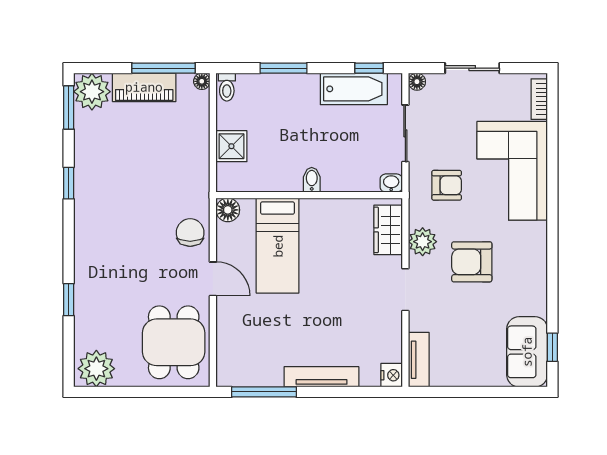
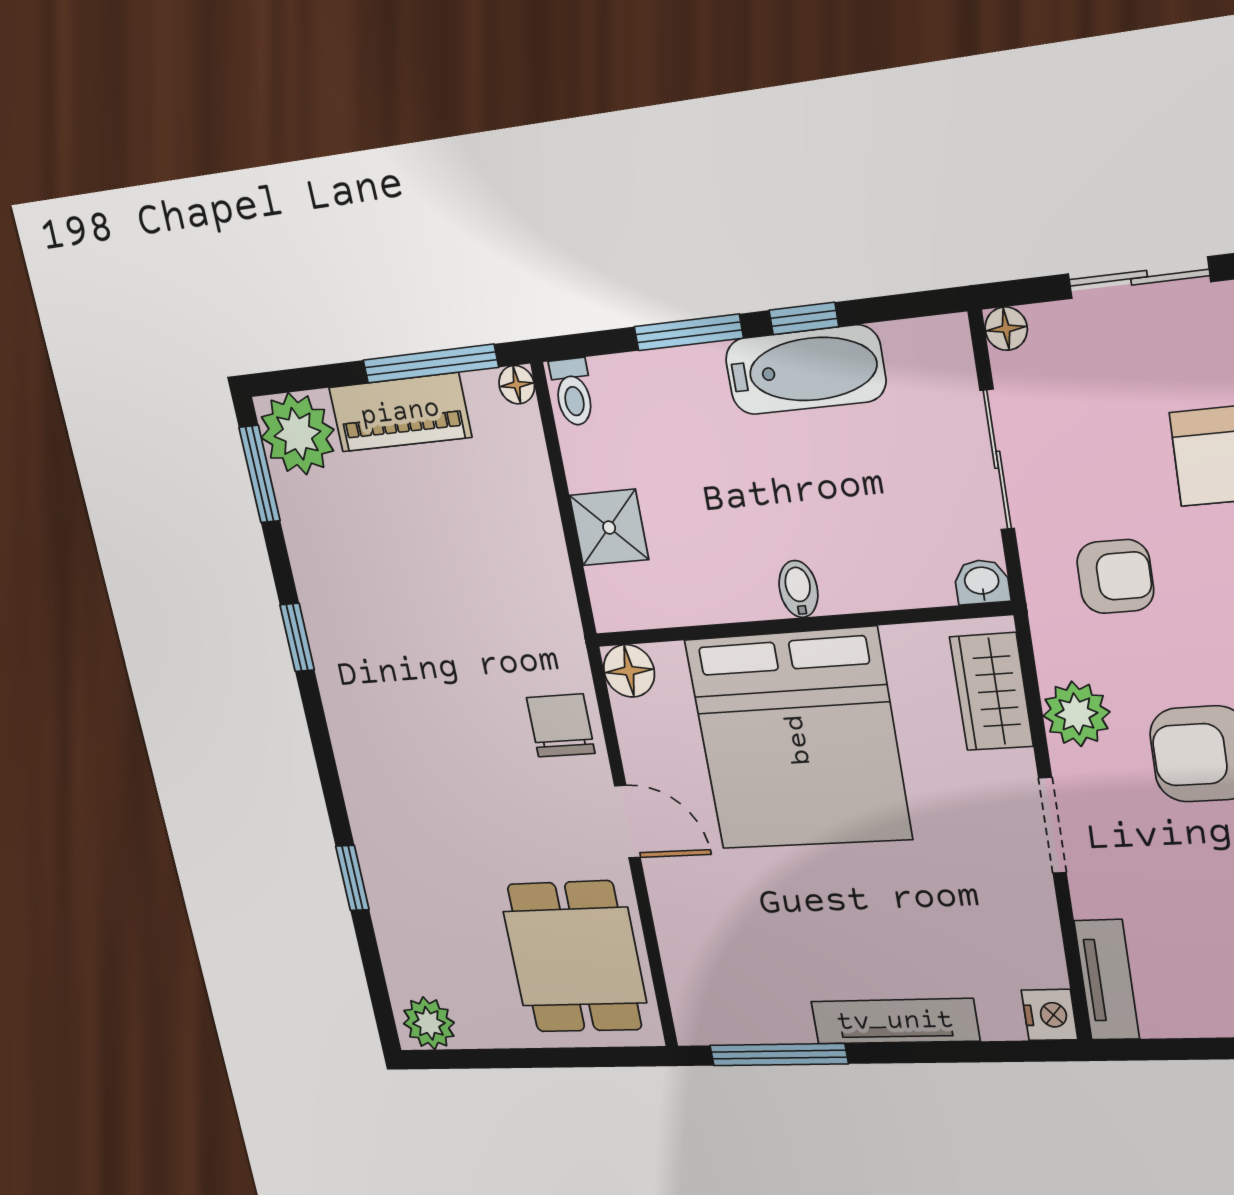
window: (369, 68) -> (804, 318), moved
bathtub: (354, 89) -> (805, 370), moved
bed: (278, 246) -> (798, 740), width x2.04
plant: (96, 369) -> (429, 1023), width x0.73, depth x0.73

